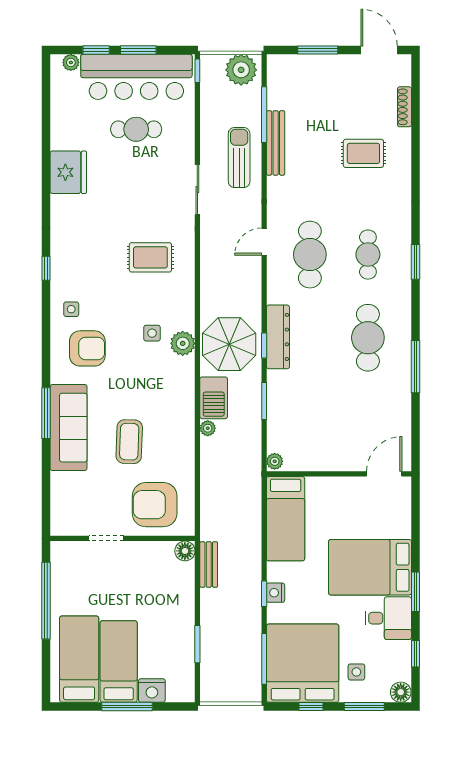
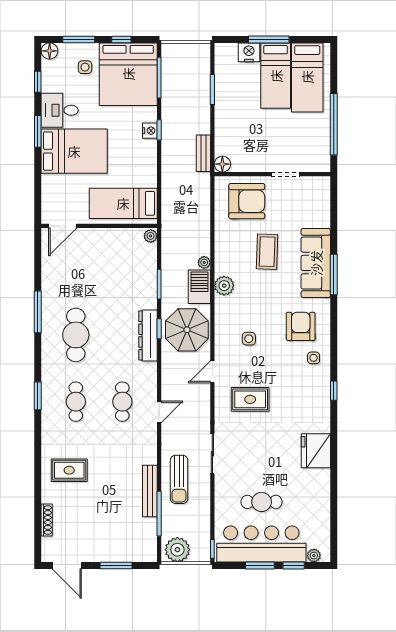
rug: (363, 153) -> (69, 470), moved
fridge: (68, 172) -> (316, 451), moved
cafe table: (310, 255) -> (122, 402), width x0.73, depth x0.74
door: (197, 292) -> (212, 372), added
plant: (183, 343) -> (224, 286), moved
armchair: (87, 348) -> (301, 326), turned 90
bed: (286, 519) -> (123, 203), moved, turned -90

